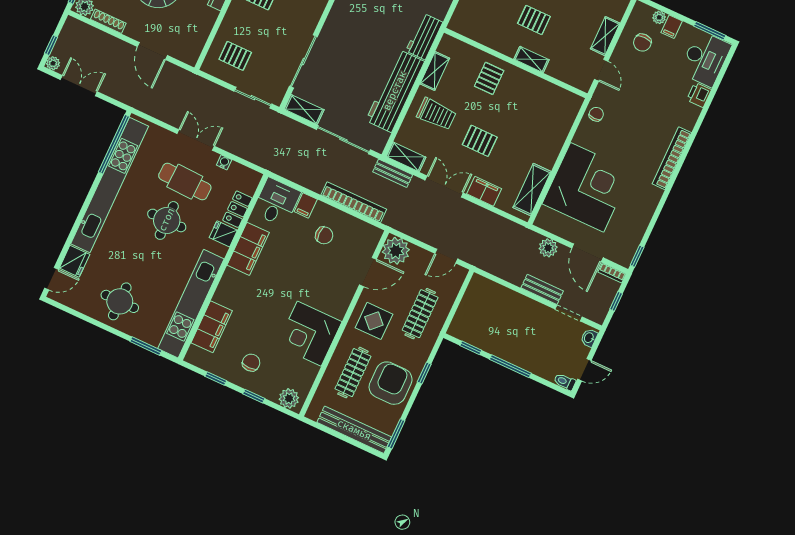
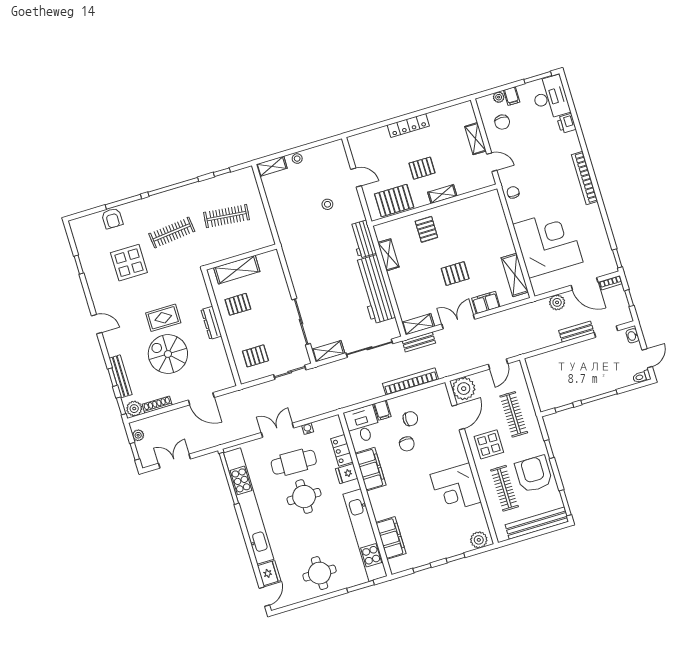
pallet: (483, 27) -> (394, 201), added
plant: (53, 63) -> (138, 435), moved
trolley: (436, 114) -> (413, 281), removed
chair: (251, 363) -> (407, 444), moved, turned 180

